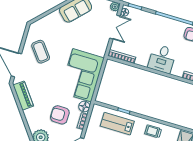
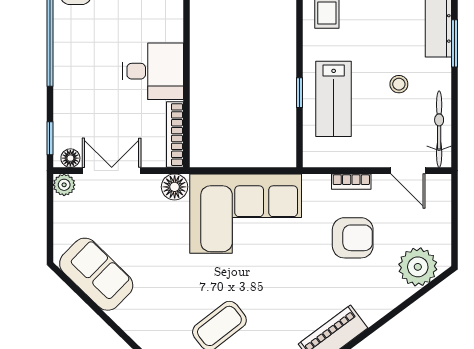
desk: (162, 59) -> (153, 71), moved
floor lamp: (84, 107) -> (175, 187), moved
armchair: (60, 115) -> (353, 238), turned -90

